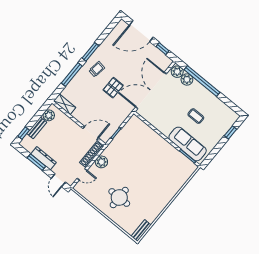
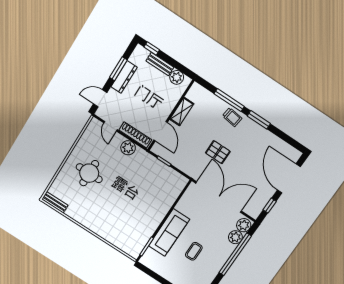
trolley: (97, 69) -> (232, 117), moved
shelving: (65, 104) -> (182, 112), moved
sofa: (188, 144) -> (169, 233), moved

